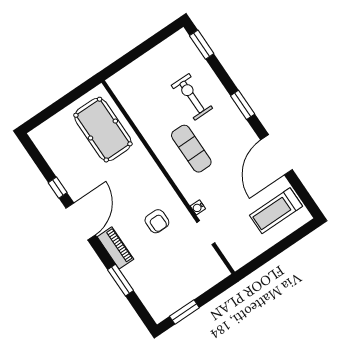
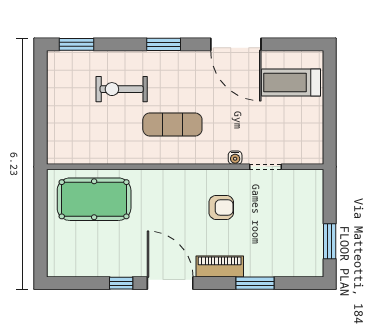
treadmill: (276, 211) -> (291, 83), turned 90

